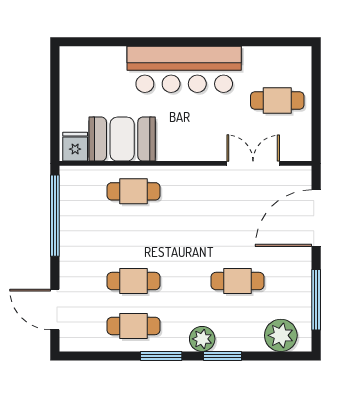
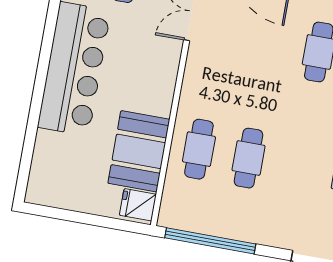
cafe table: (134, 281) -> (249, 158), moved

